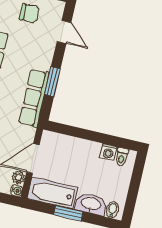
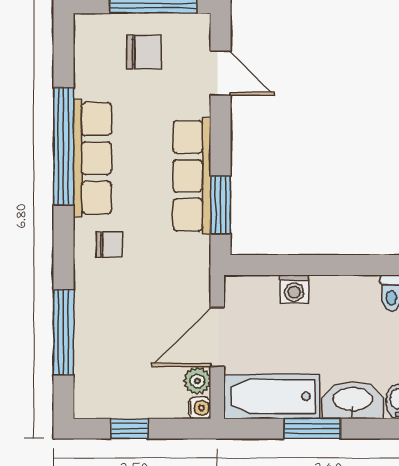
window: (52, 82) -> (221, 205), moved
row of seats: (34, 98) -> (192, 176), moved
washing machine: (108, 152) -> (294, 289), moved

